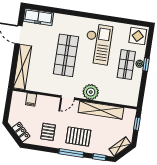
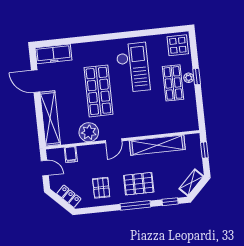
plant: (91, 92) -> (89, 132), moved
door: (8, 105) -> (45, 168), added

